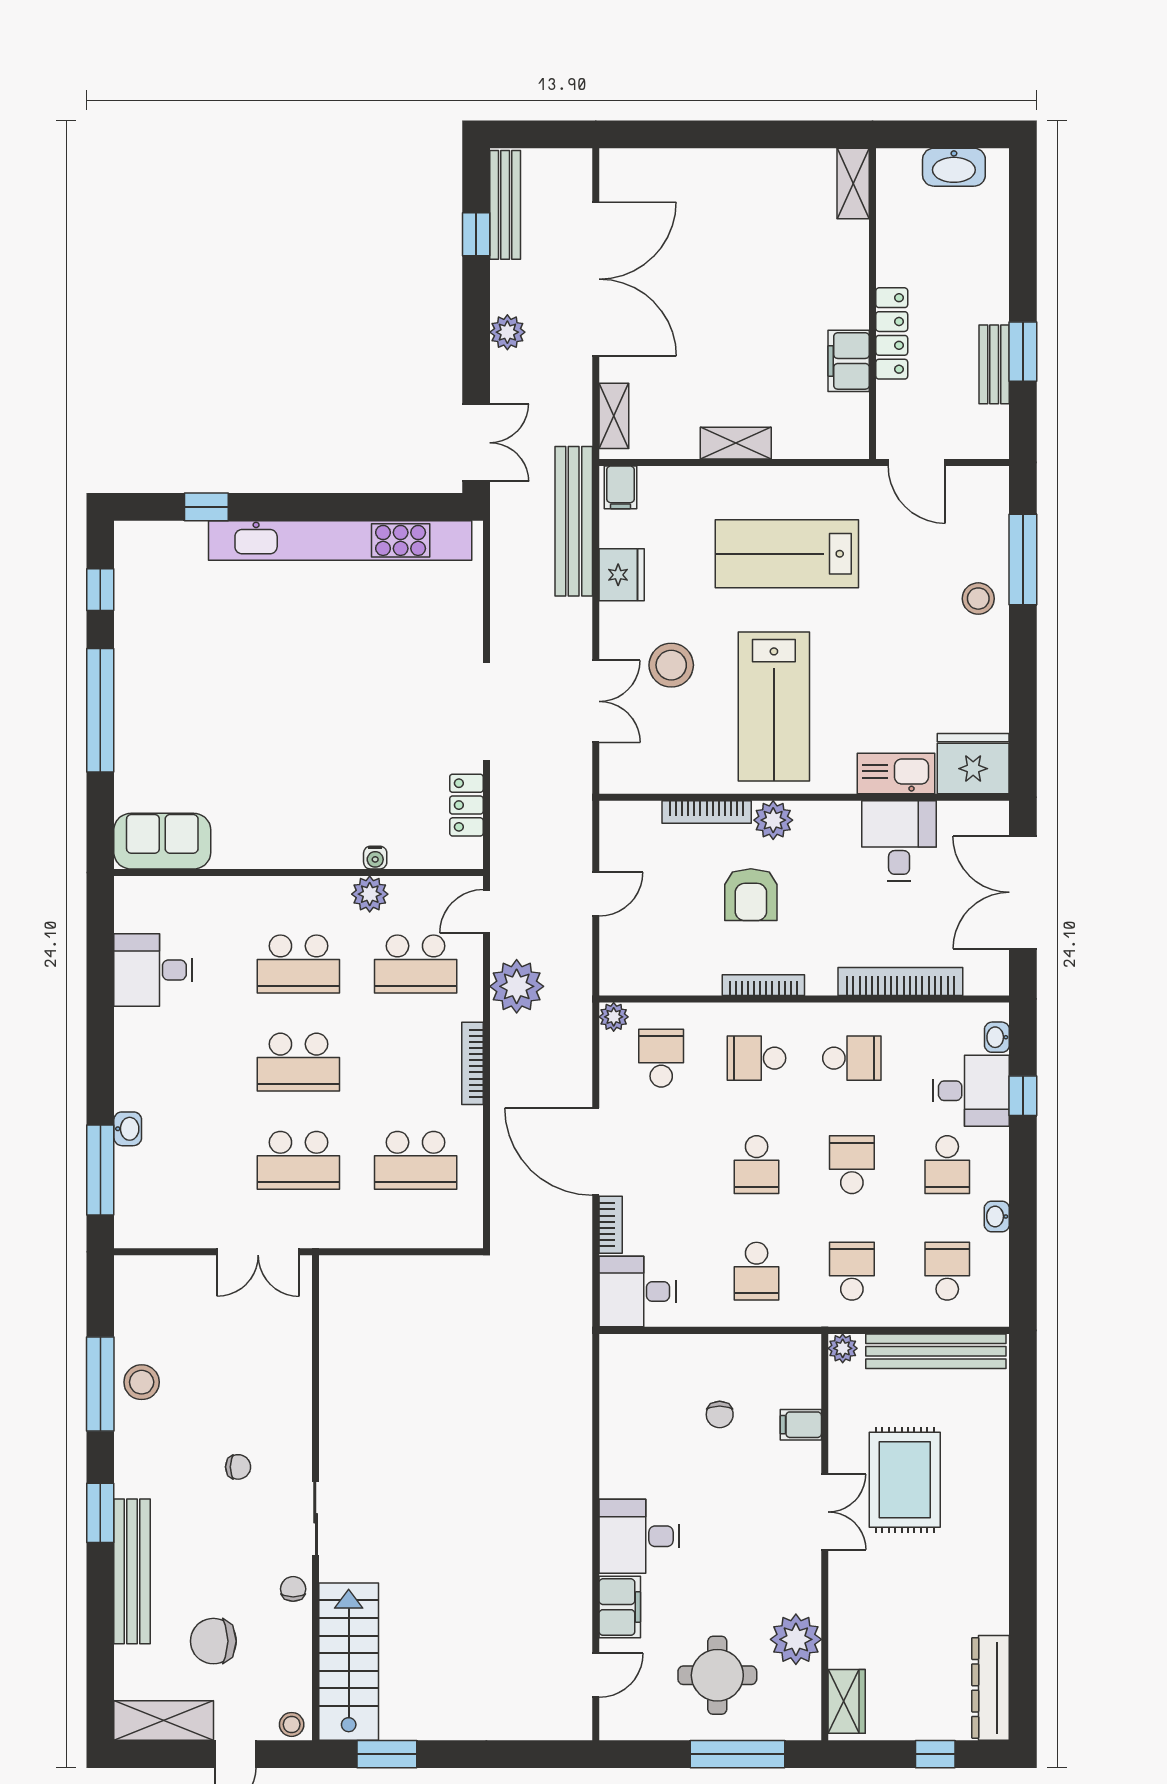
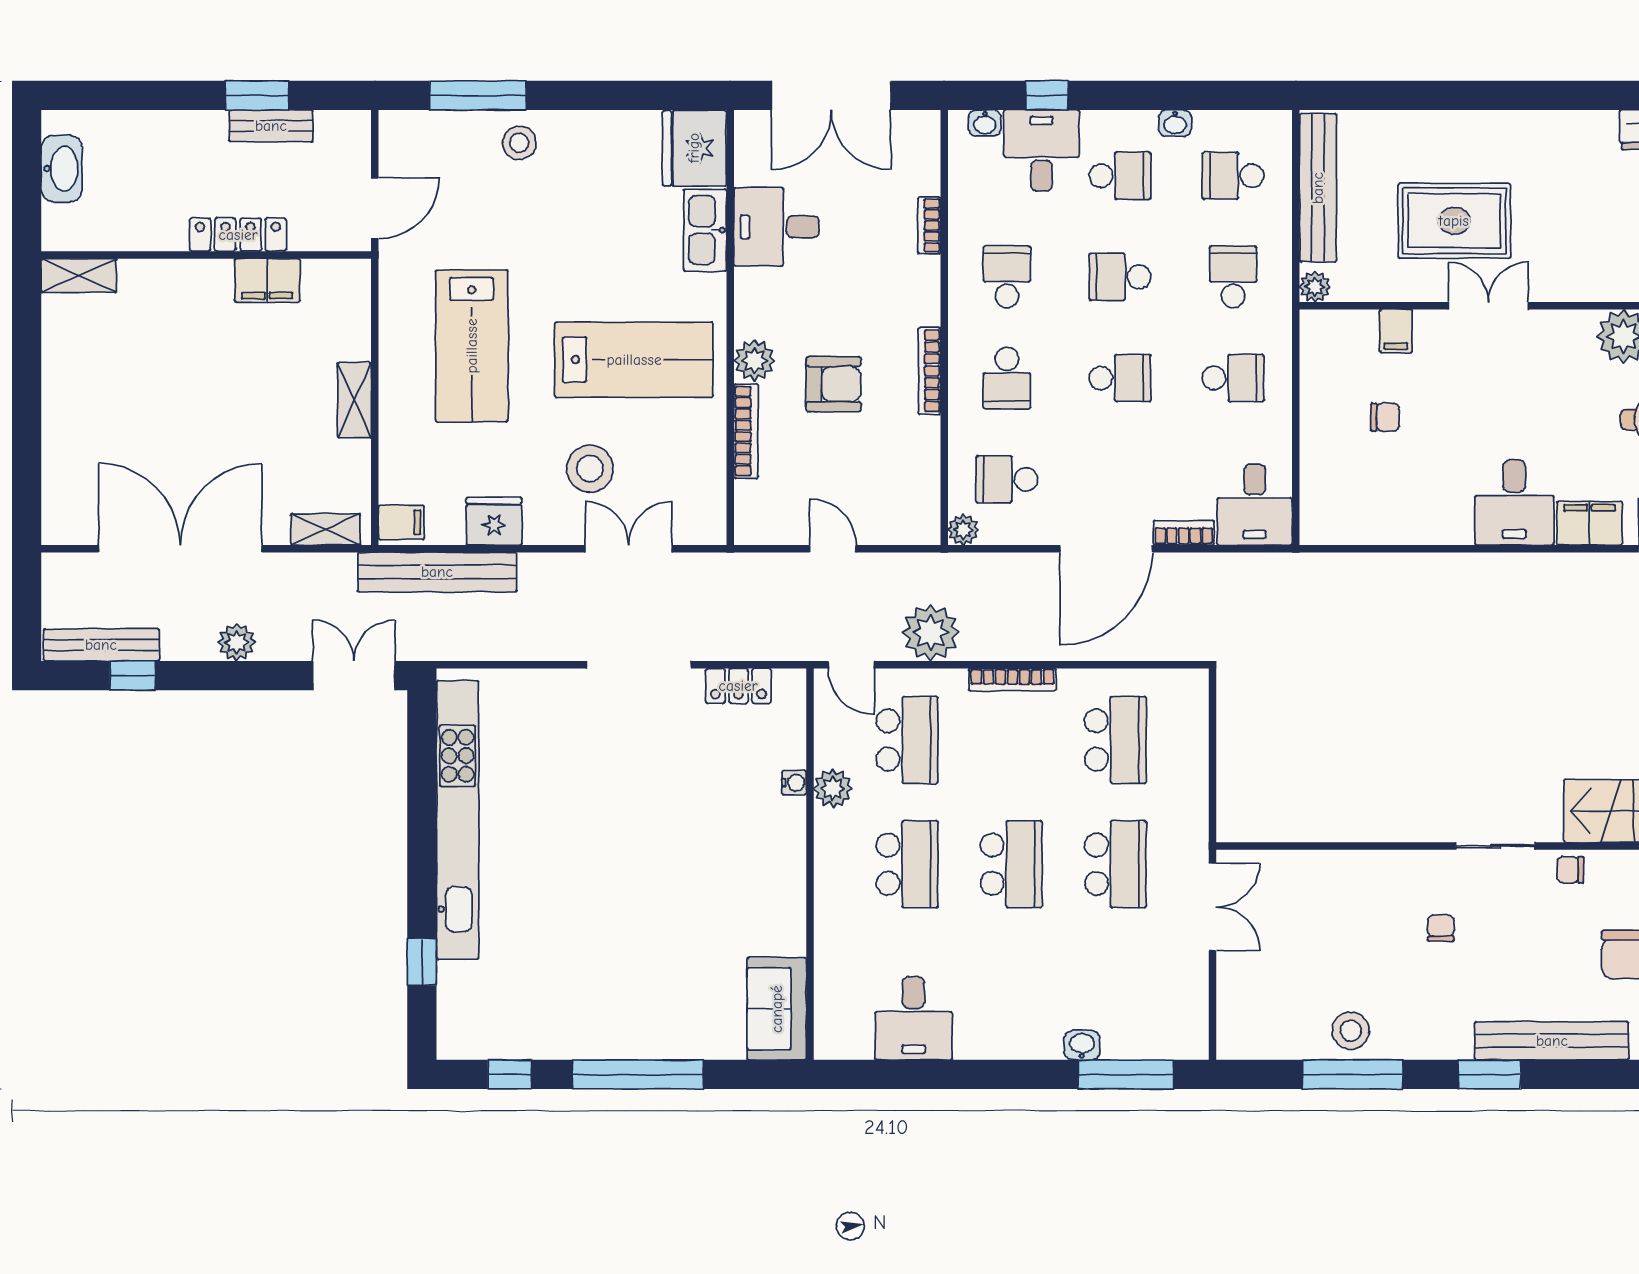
bookcase: (900, 981) -> (929, 225), width x0.43, depth x0.76
school desk: (852, 1271) -> (1233, 277), turned 90

